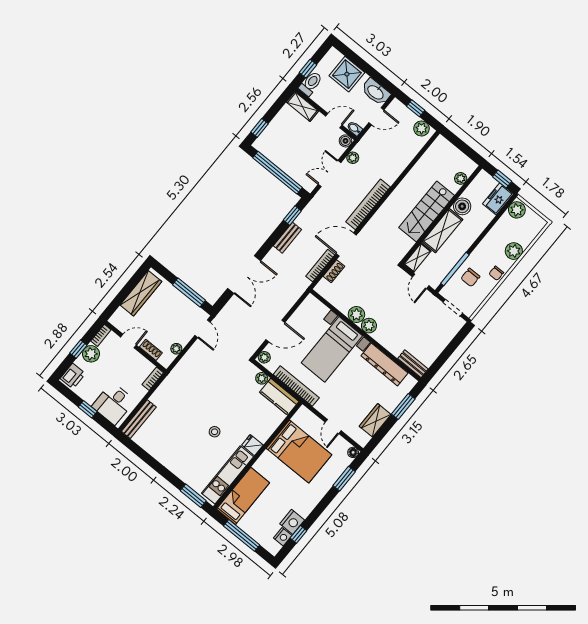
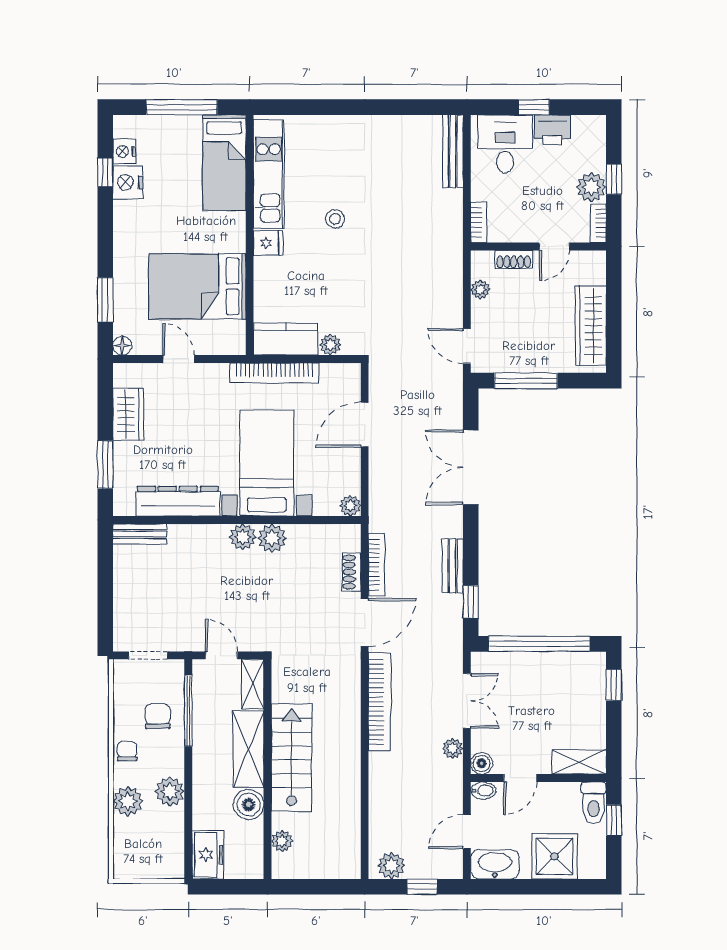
window: (502, 179) -> (225, 887), removed
plant: (517, 210) -> (170, 791), moved
plant: (264, 357) -> (350, 506), moved
printer: (73, 376) -> (552, 130), moved, turned -90
window: (193, 496) -> (292, 107), removed

